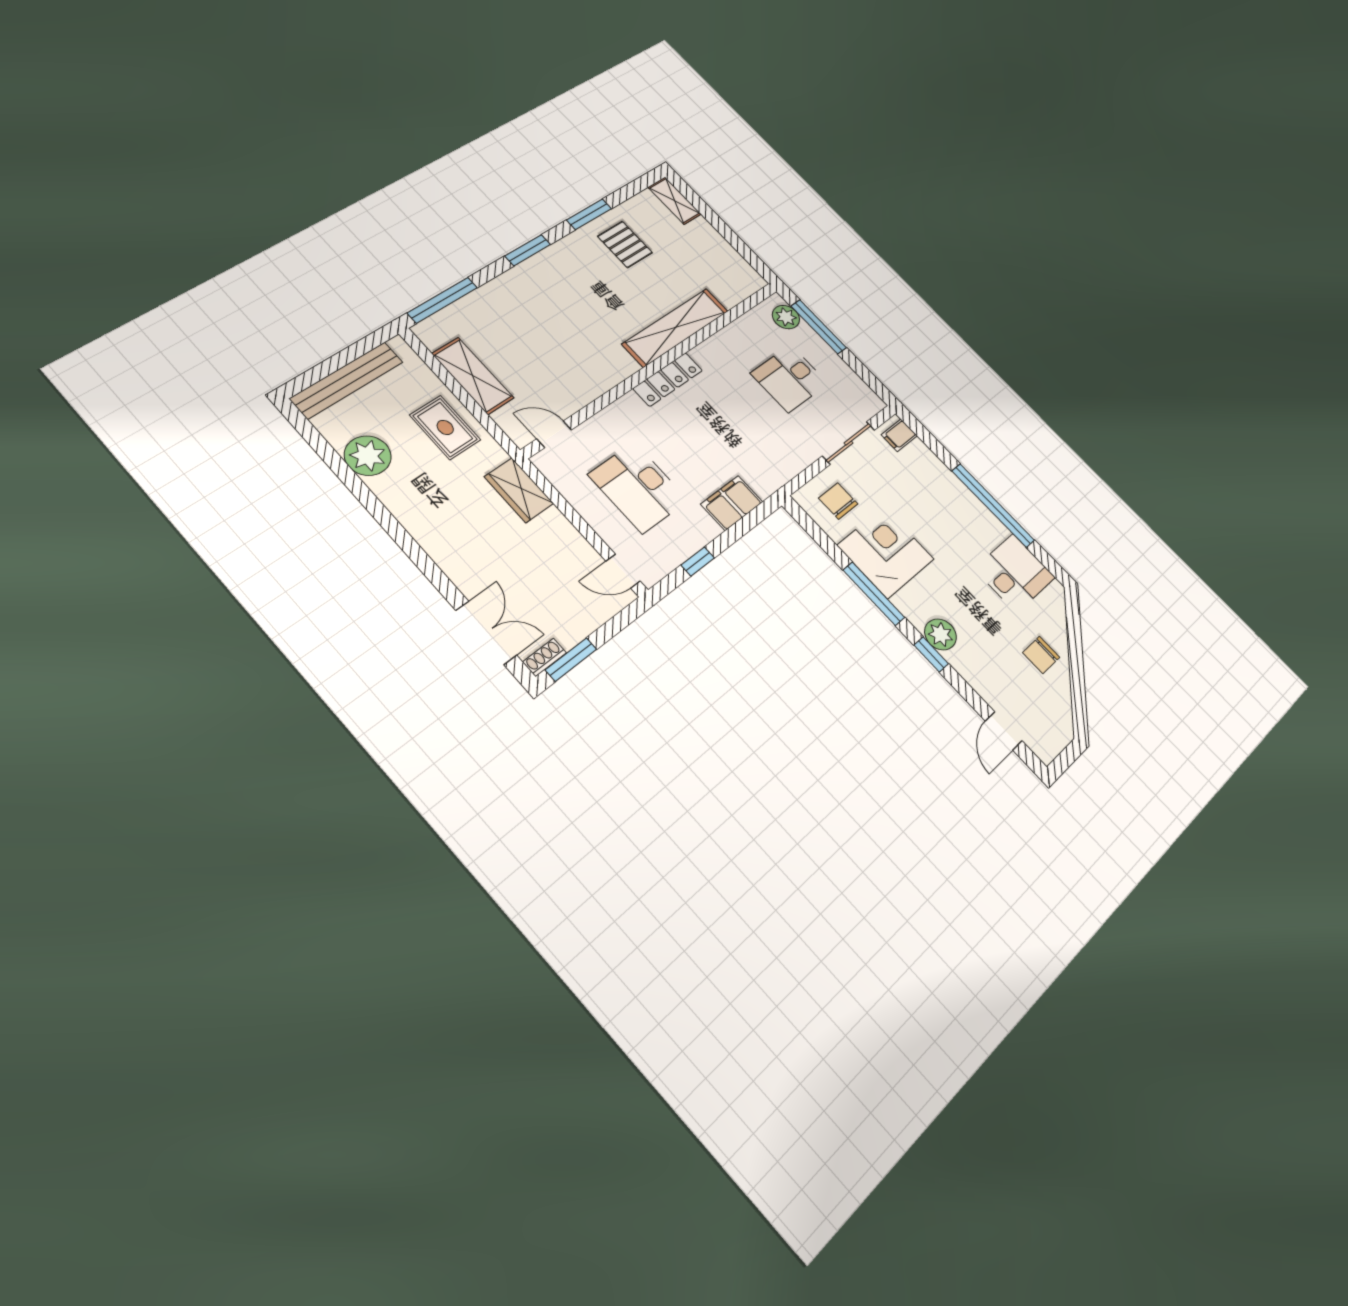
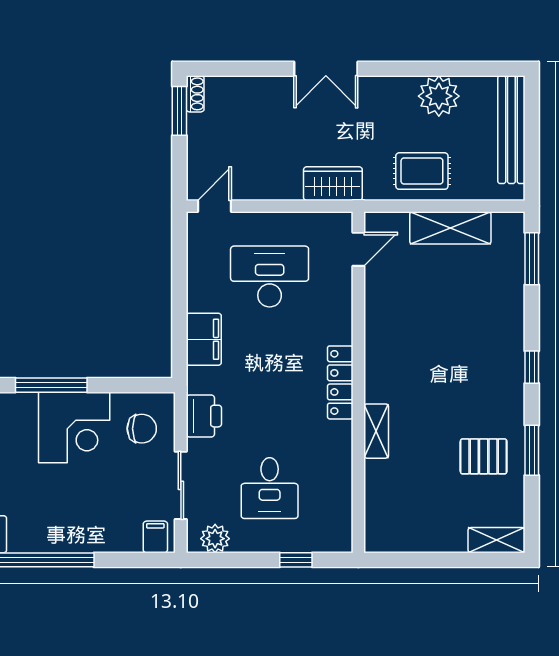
window: (528, 250) -> (532, 367), width x0.67
window: (442, 300) -> (532, 259), width x0.69
plant: (786, 317) -> (215, 539), moved
shelving: (675, 327) -> (376, 431), width x0.45, depth x0.75
window: (819, 327) -> (296, 560), width x0.46
desk: (789, 378) -> (270, 488), turned 180
printer: (786, 462) -> (204, 416), added
window: (698, 561) -> (179, 269), removed
double door: (486, 633) -> (326, 69), moved

